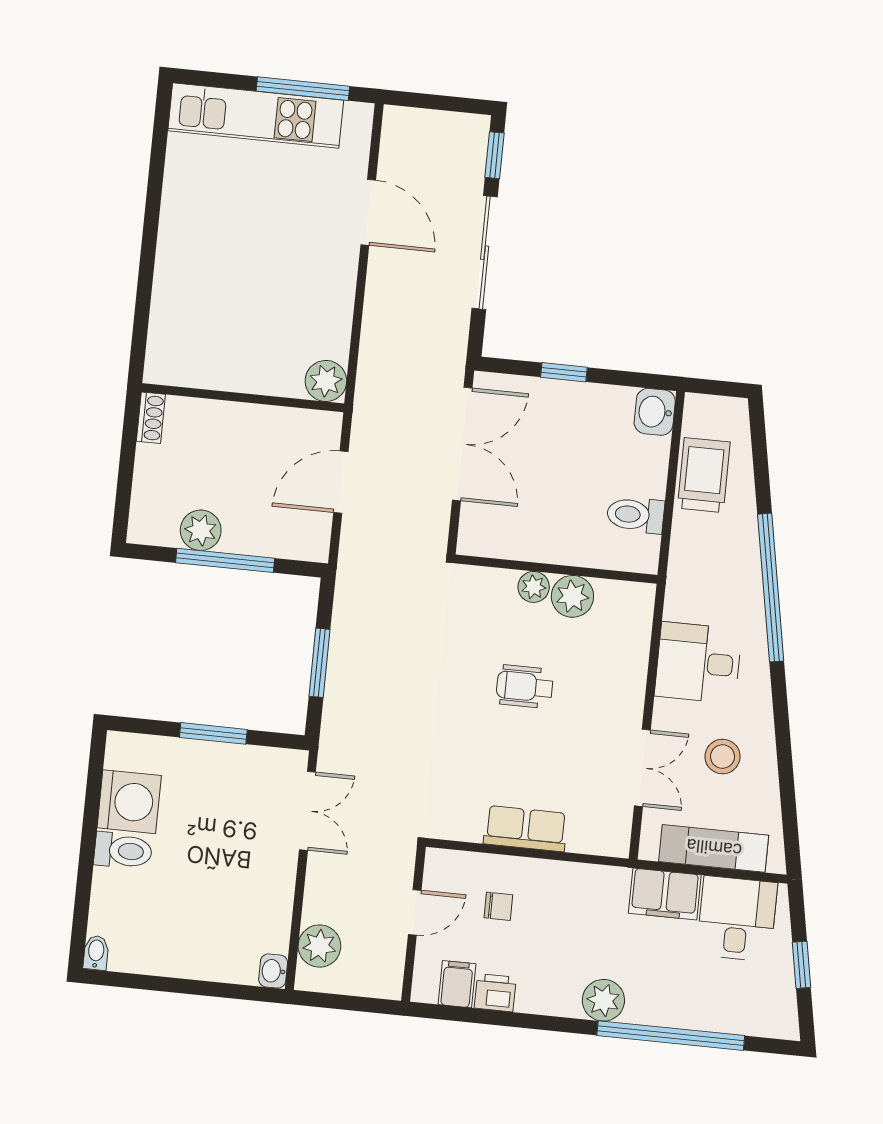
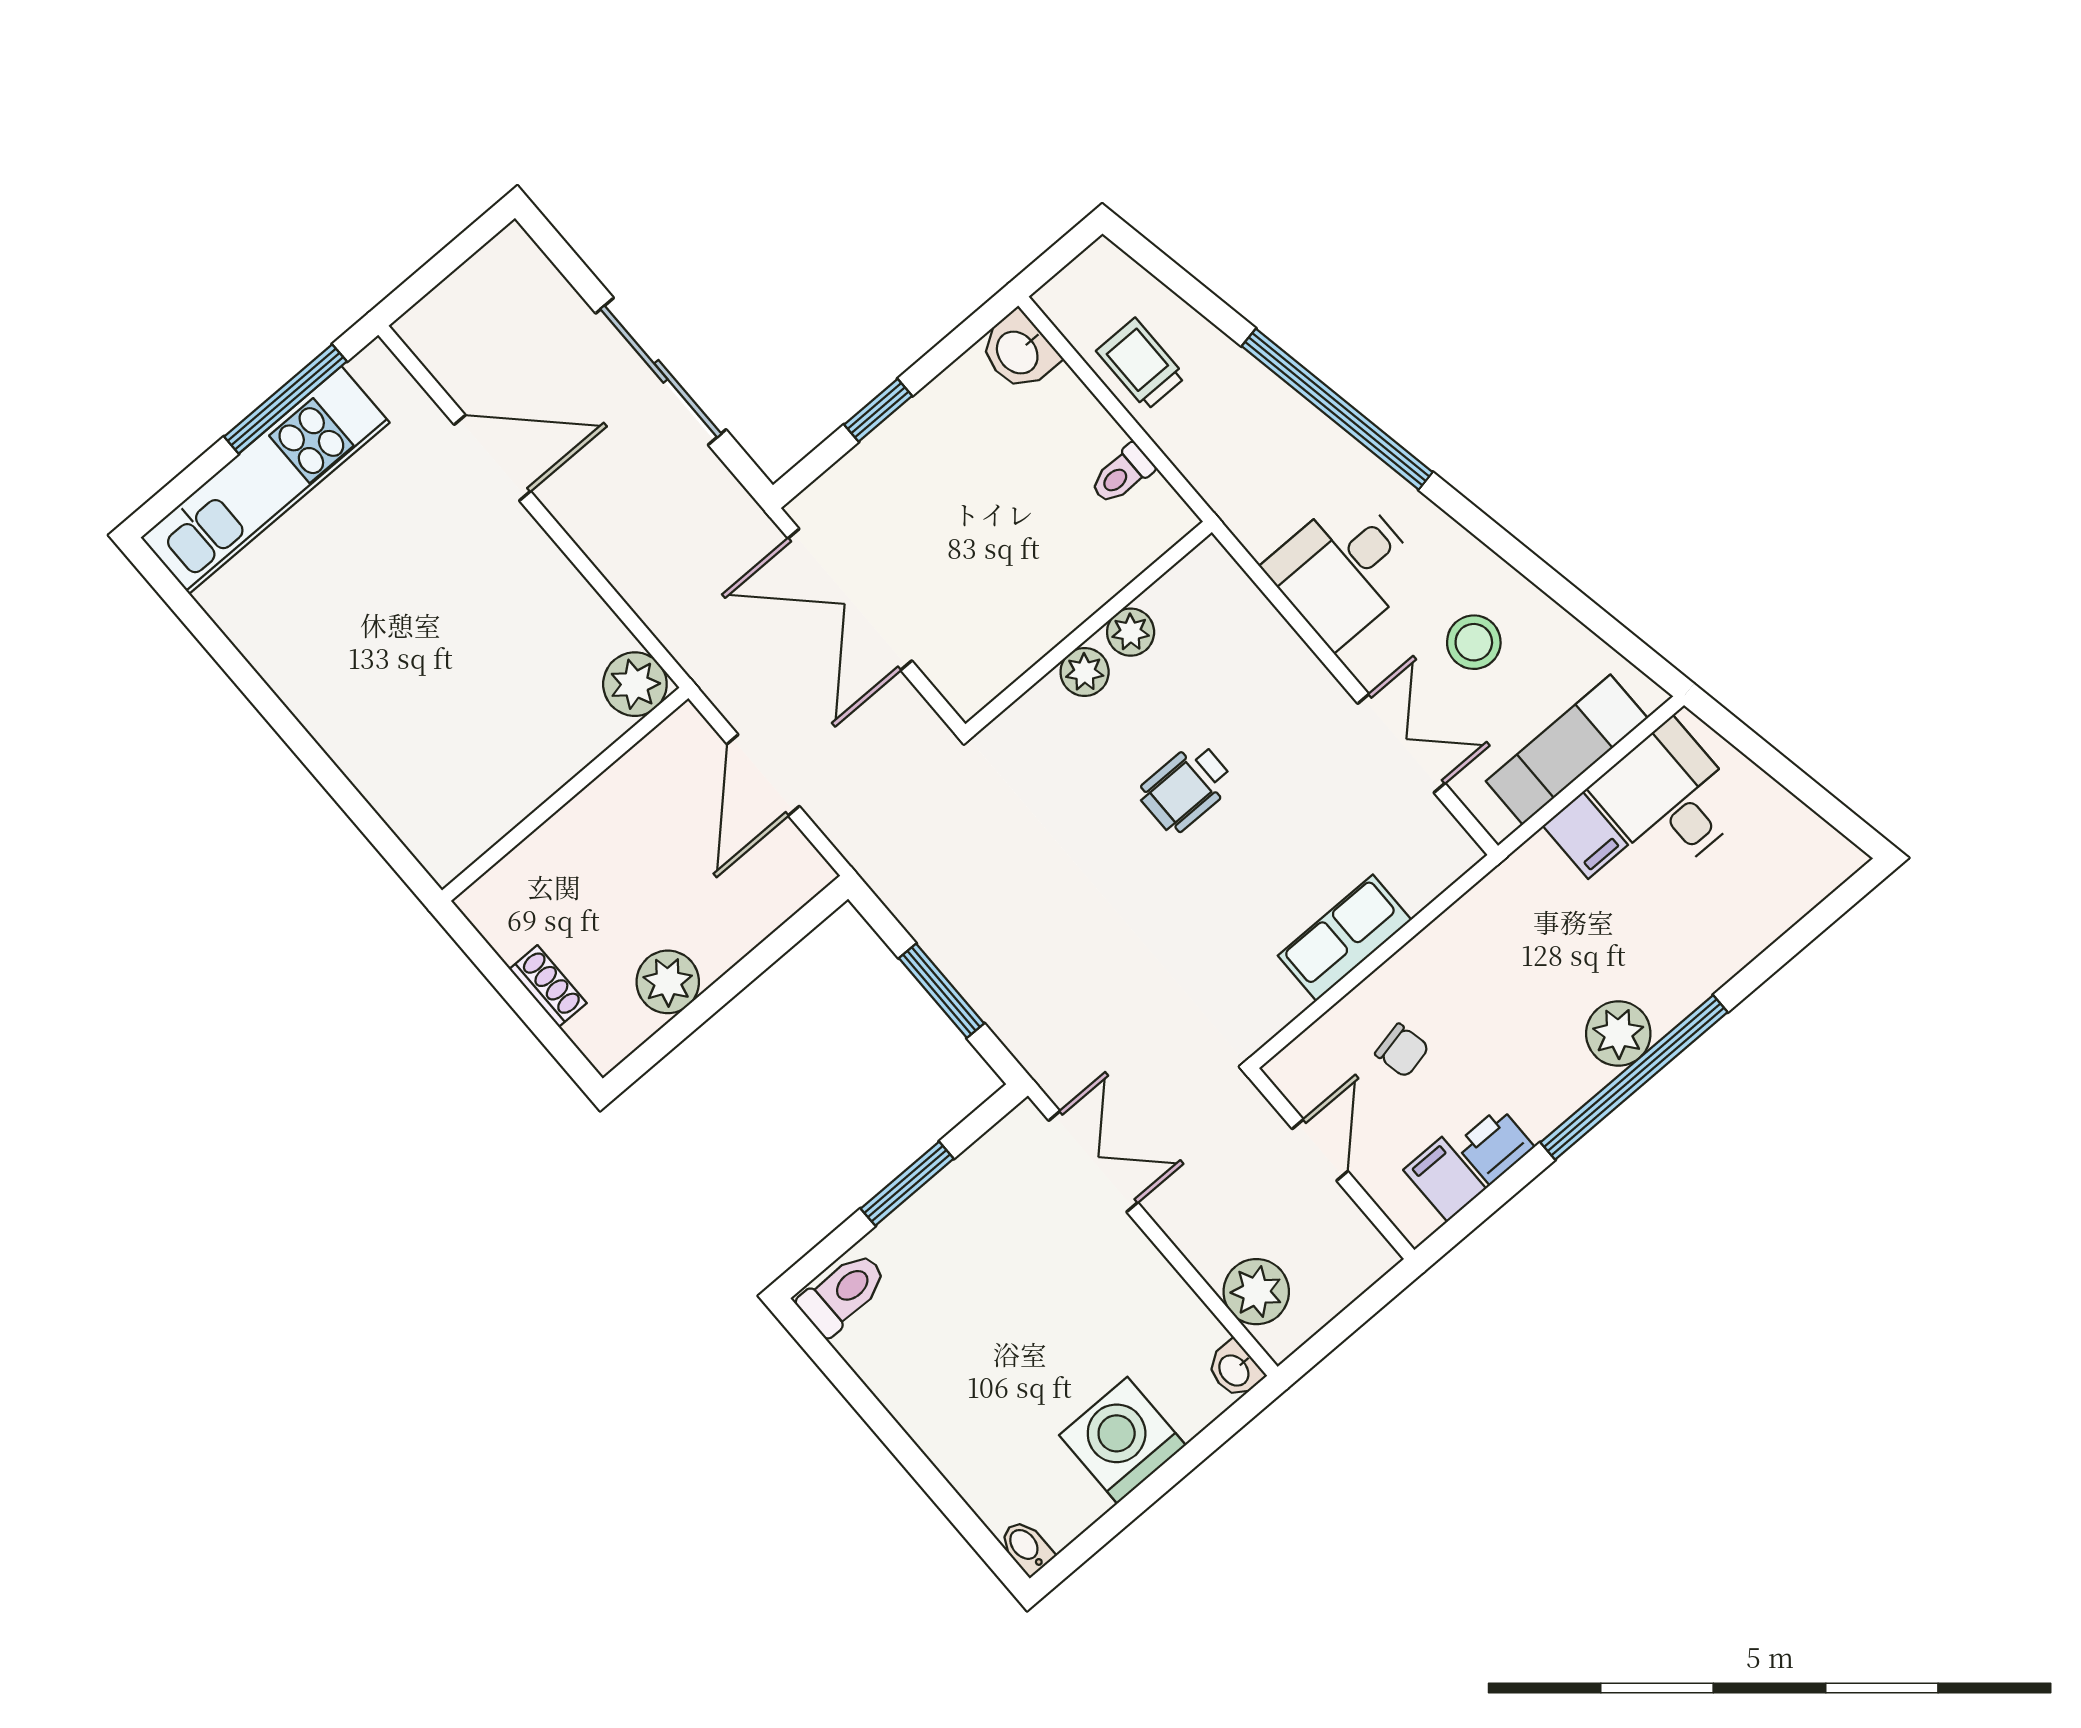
window: (494, 155) -> (563, 257), removed
shoe rack: (151, 418) -> (548, 986), moved
double door: (462, 444) -> (850, 600), swing flipped
trolley: (704, 475) -> (1141, 364), width x0.73, depth x0.72
toilet: (636, 515) -> (1122, 474), width x0.73, depth x0.72
window: (225, 560) -> (727, 987), removed
plant: (572, 596) -> (1131, 632), width x0.73, depth x0.73
washing machine: (129, 802) -> (1122, 1440), moved, turned -90
toilet: (123, 851) -> (843, 1293), moved
filing cabinet: (665, 894) -> (1585, 835), width x0.50
chair: (498, 906) -> (1402, 1050), turned 78
window: (801, 965) -> (1789, 776), removed
window: (671, 1036) -> (1634, 1077), moved

